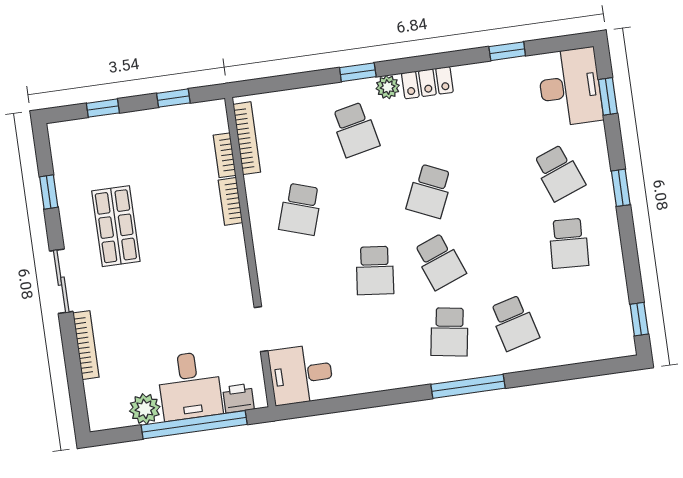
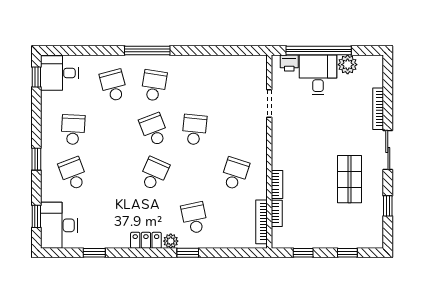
desk: (301, 374) -> (59, 73), moved, turned 180

